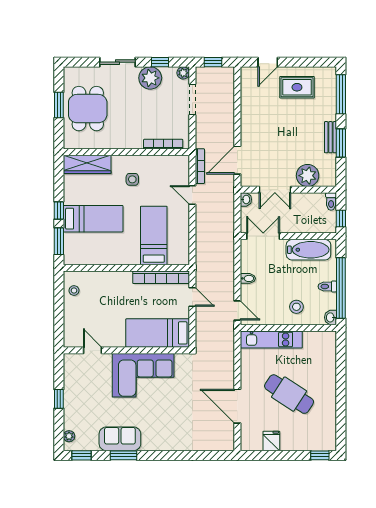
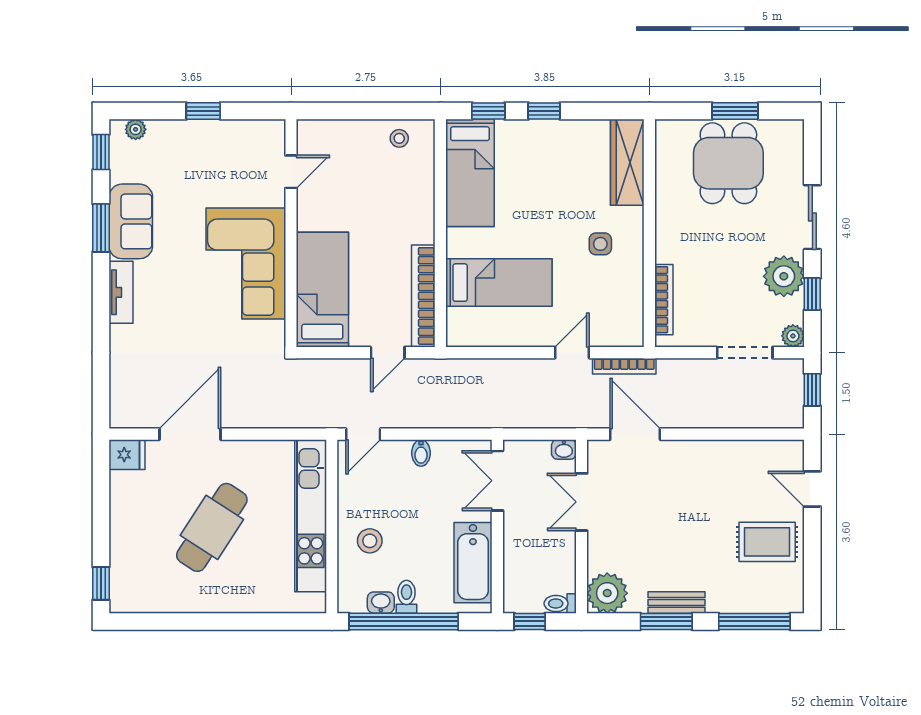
rug: (297, 87) -> (767, 542), turned 90
dining table: (88, 109) -> (728, 163), turned 90
plant: (308, 176) -> (607, 593), moved
bed: (93, 219) -> (470, 173), moved
double door: (263, 236) -> (497, 481), swing flipped
window: (59, 241) -> (488, 111), width x0.67
washbasin: (331, 317) -> (381, 603), moved
kitchen unit: (271, 339) -> (311, 516), width x1.36
fridge: (271, 441) -> (127, 455), moved
tv unit: (159, 444) -> (121, 292), added

